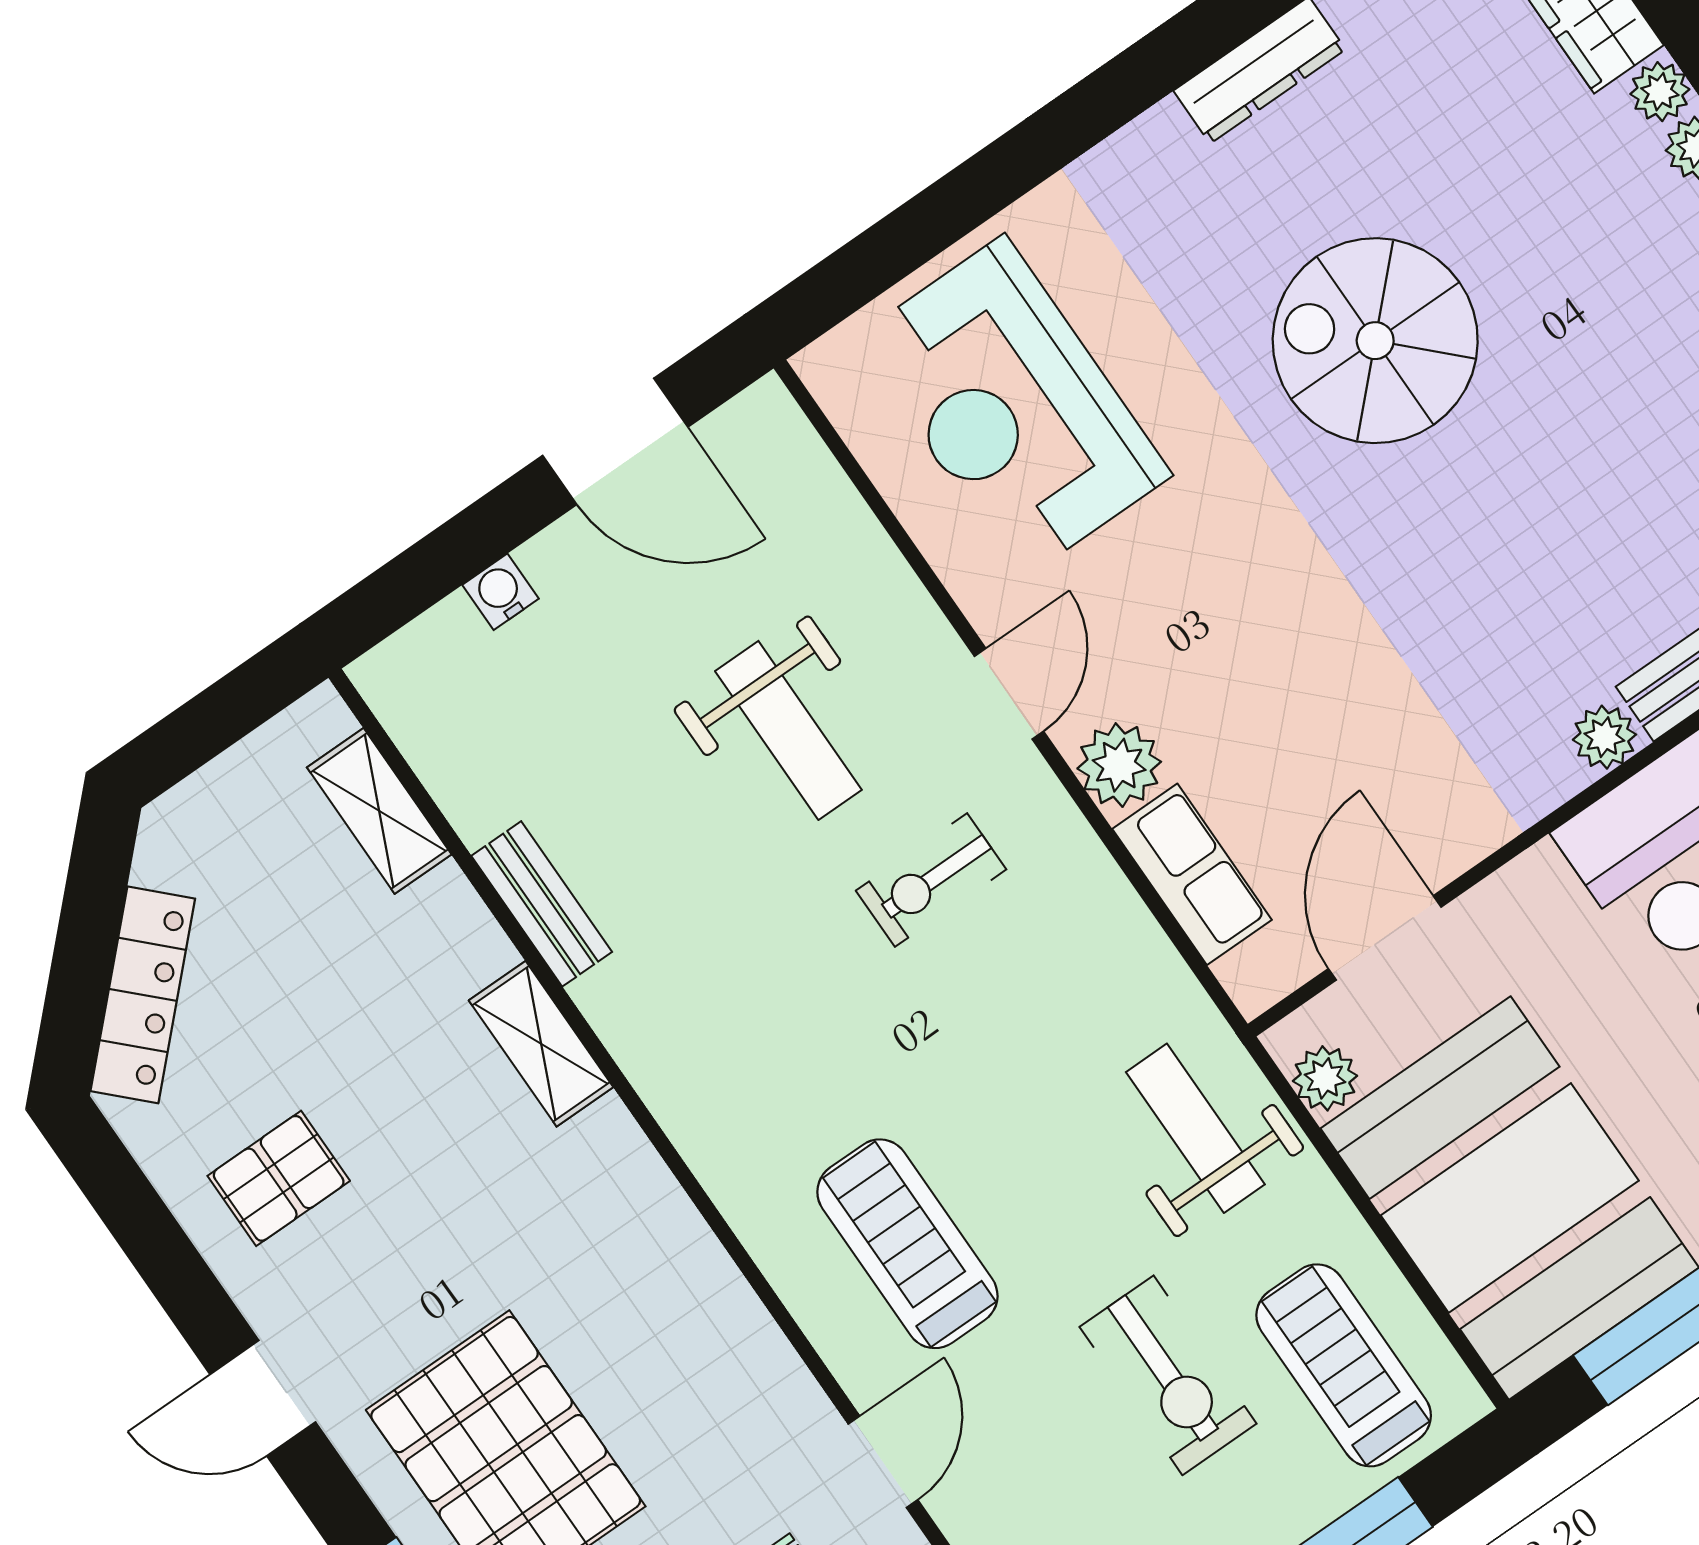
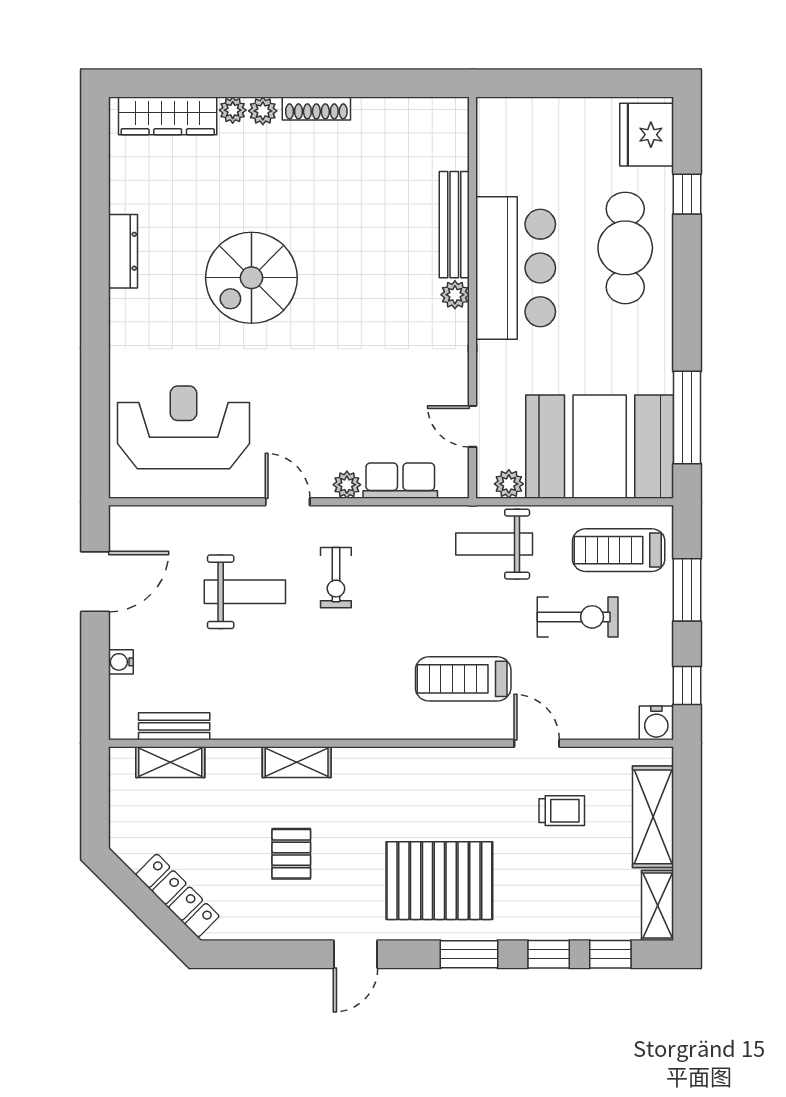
reception desk: (1013, 407) -> (184, 427), turned 180
plant: (1119, 765) -> (347, 485), width x0.73, depth x0.73
bench: (542, 904) -> (174, 726), moved
door: (1385, 938) -> (473, 426), width x0.73
pallet: (279, 1178) -> (291, 854), moved

